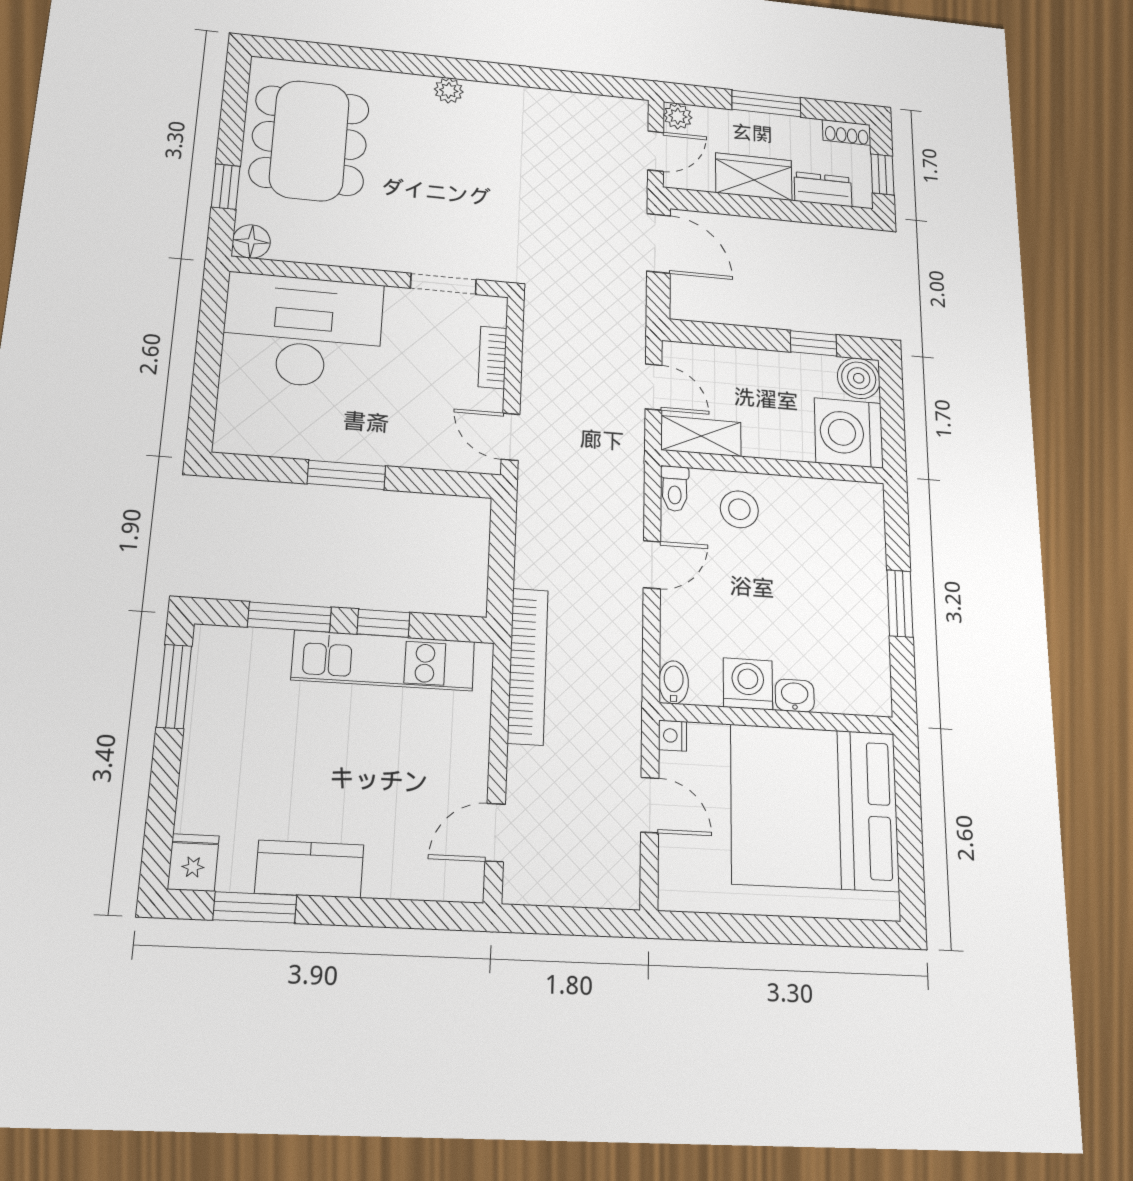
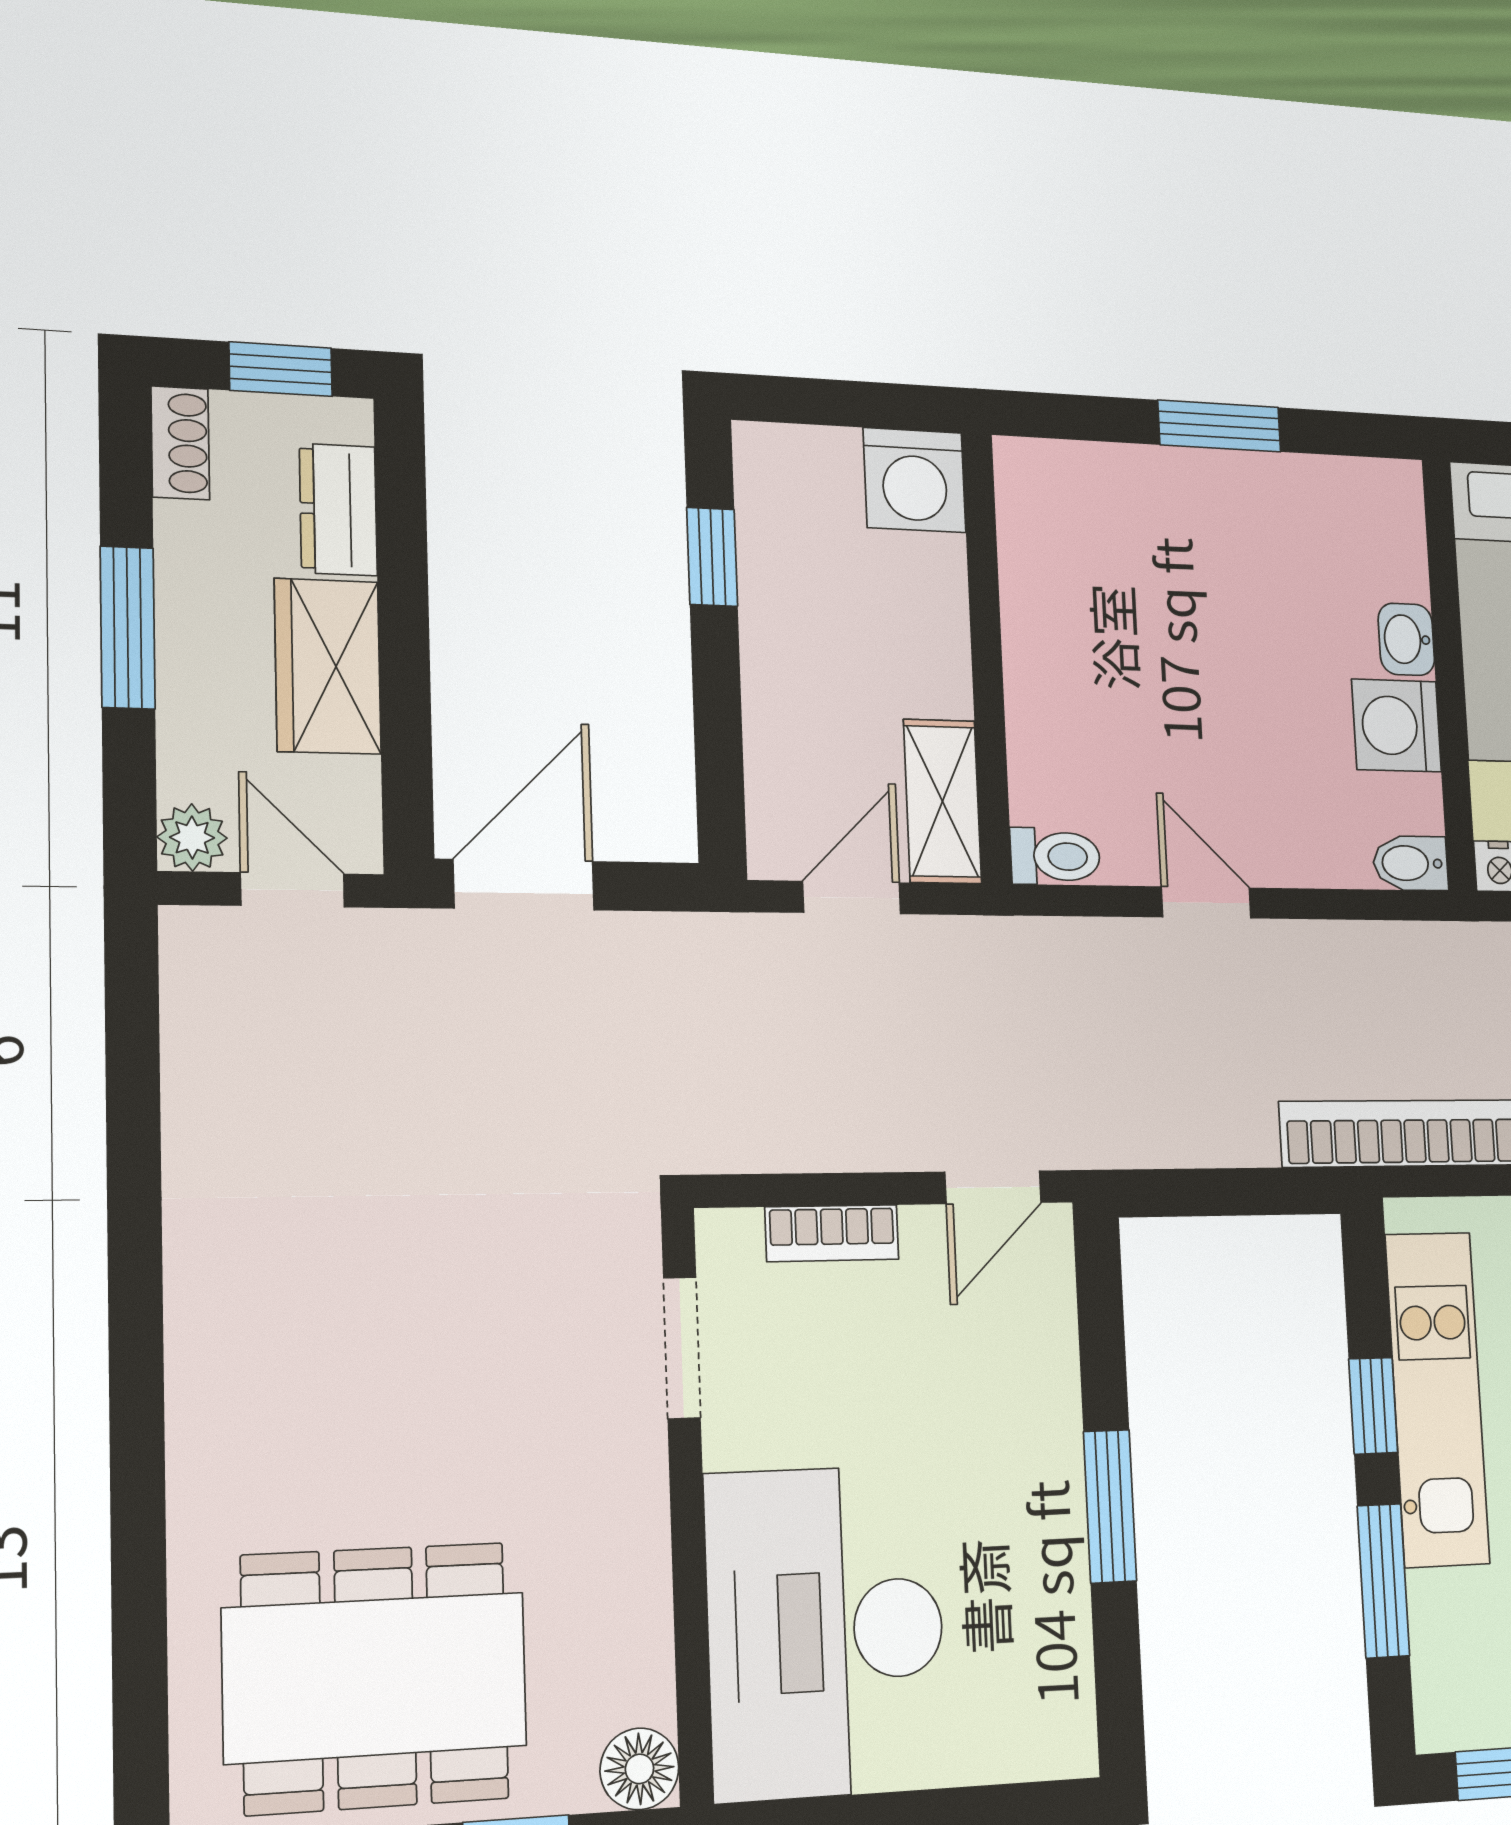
plant: (449, 90) -> (198, 1374), removed
boiler: (859, 378) -> (777, 467), removed
washing machine: (849, 433) -> (915, 480), width x0.73, depth x0.73
stool: (739, 509) -> (1080, 729), removed

